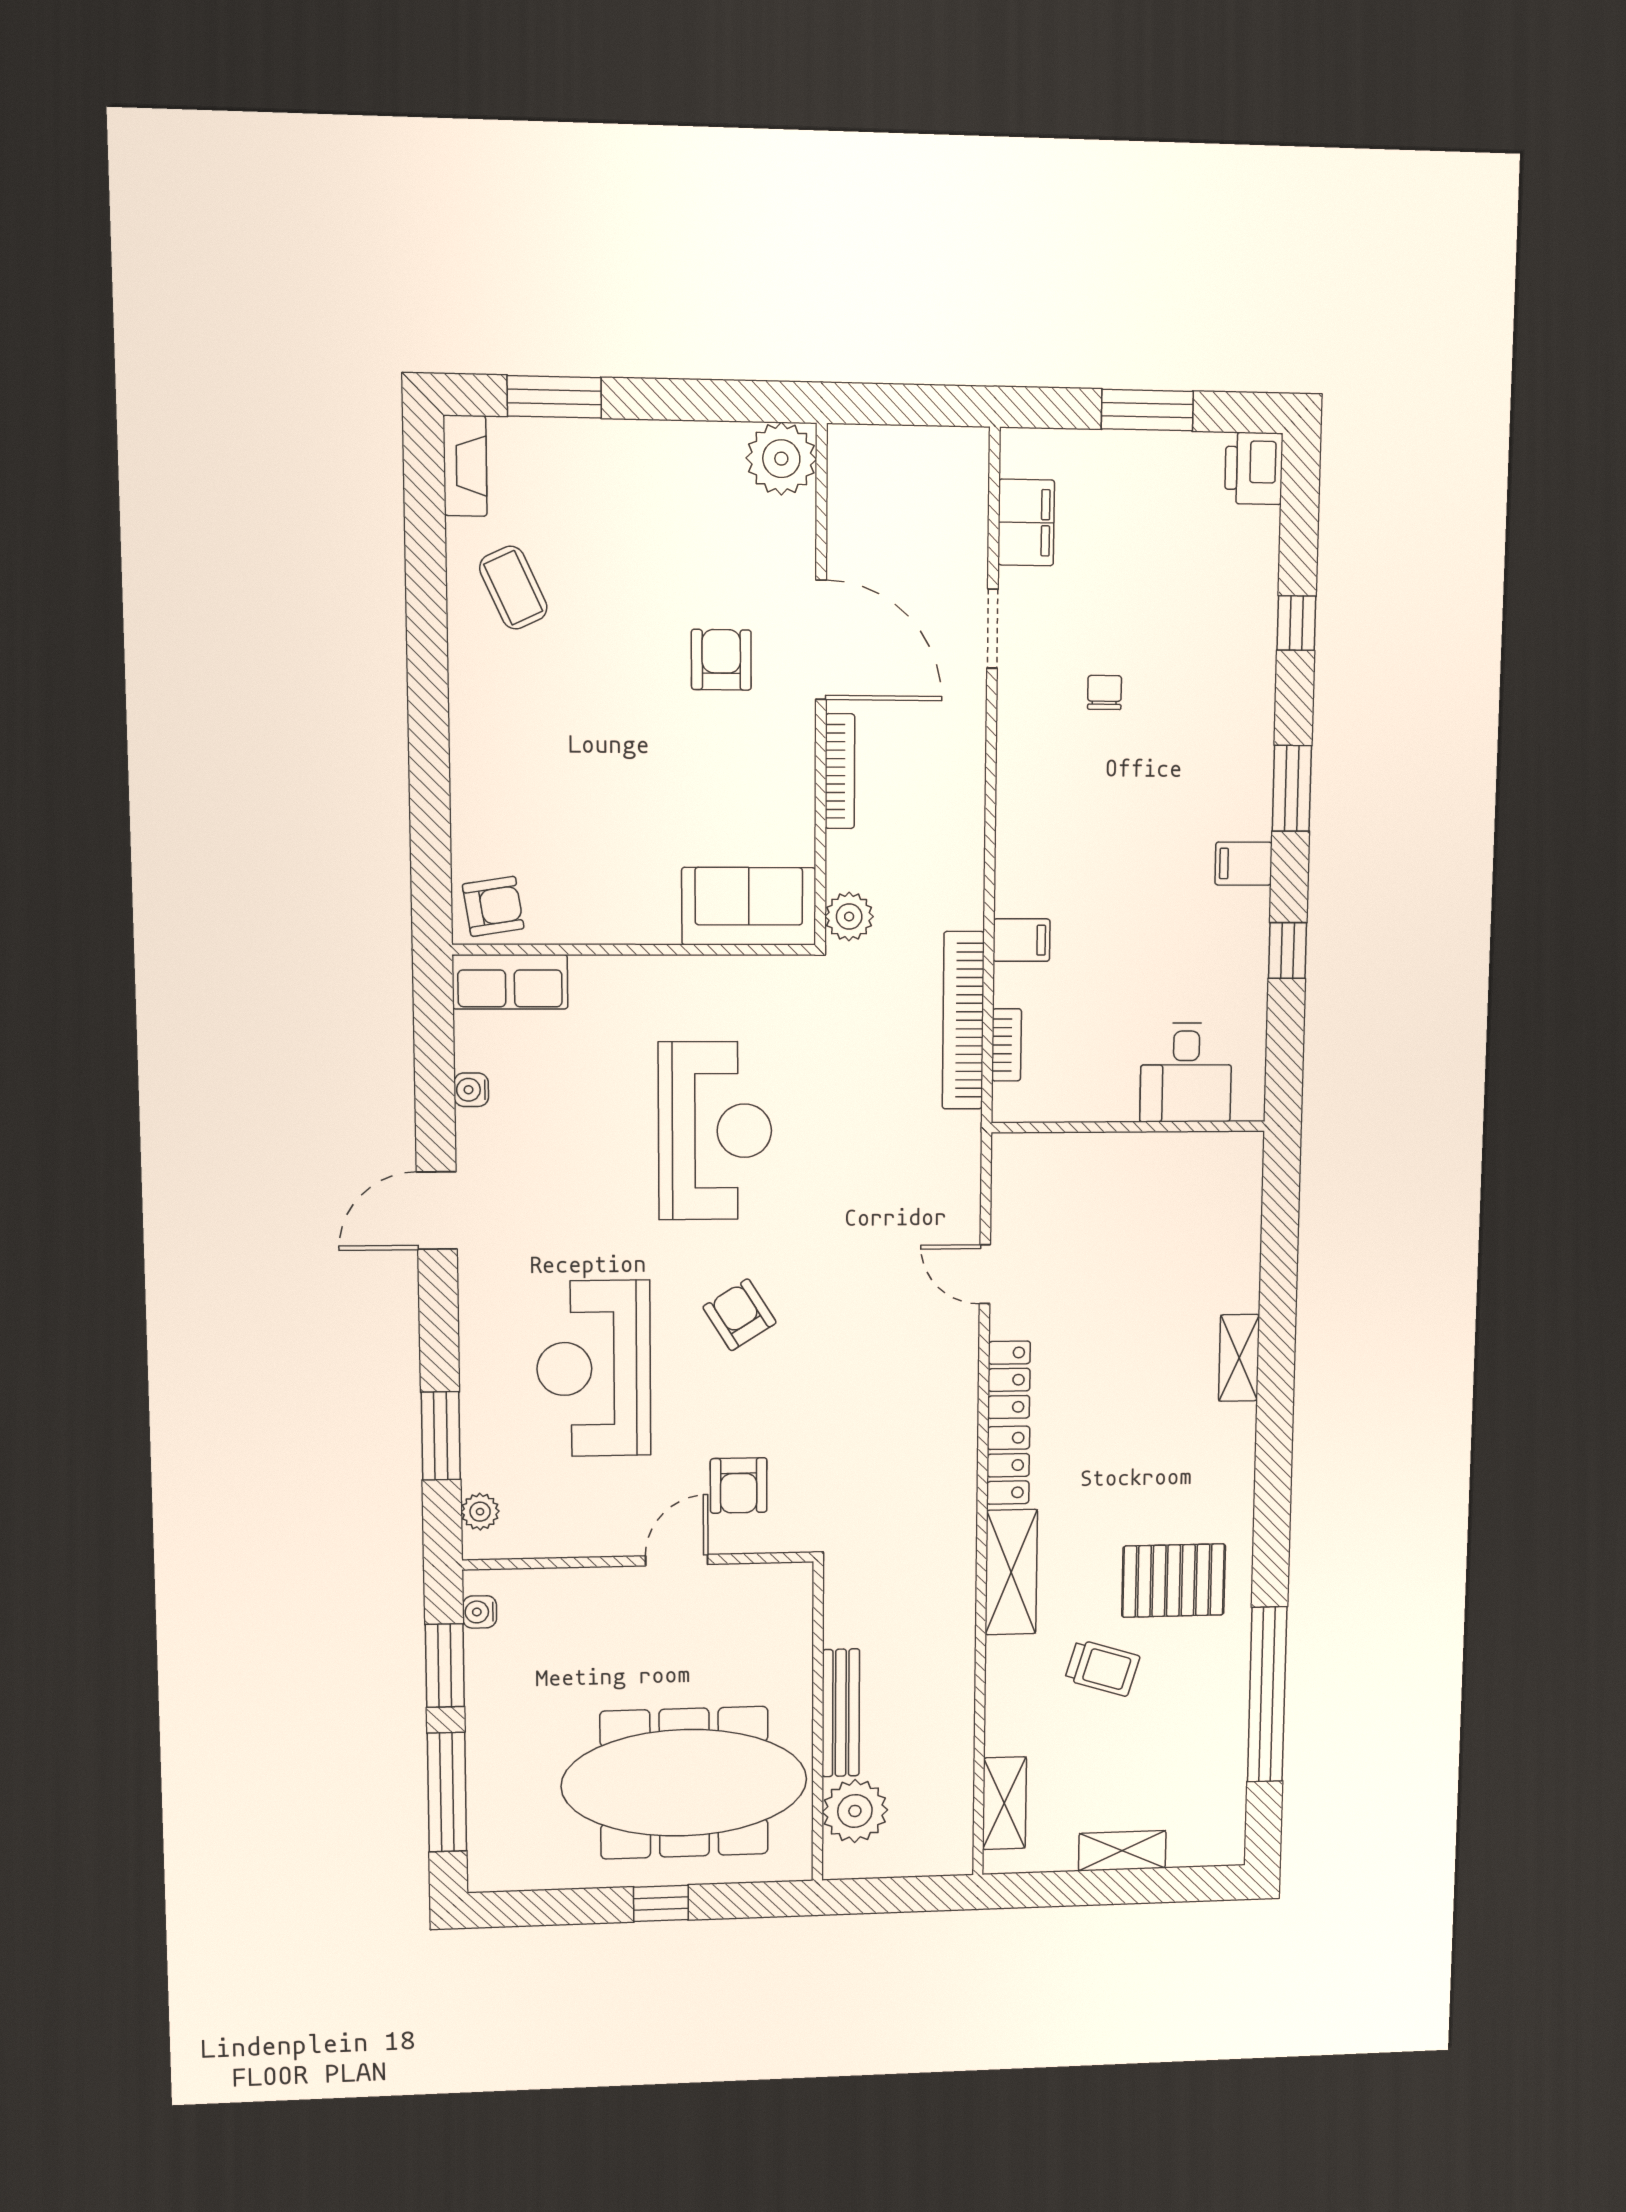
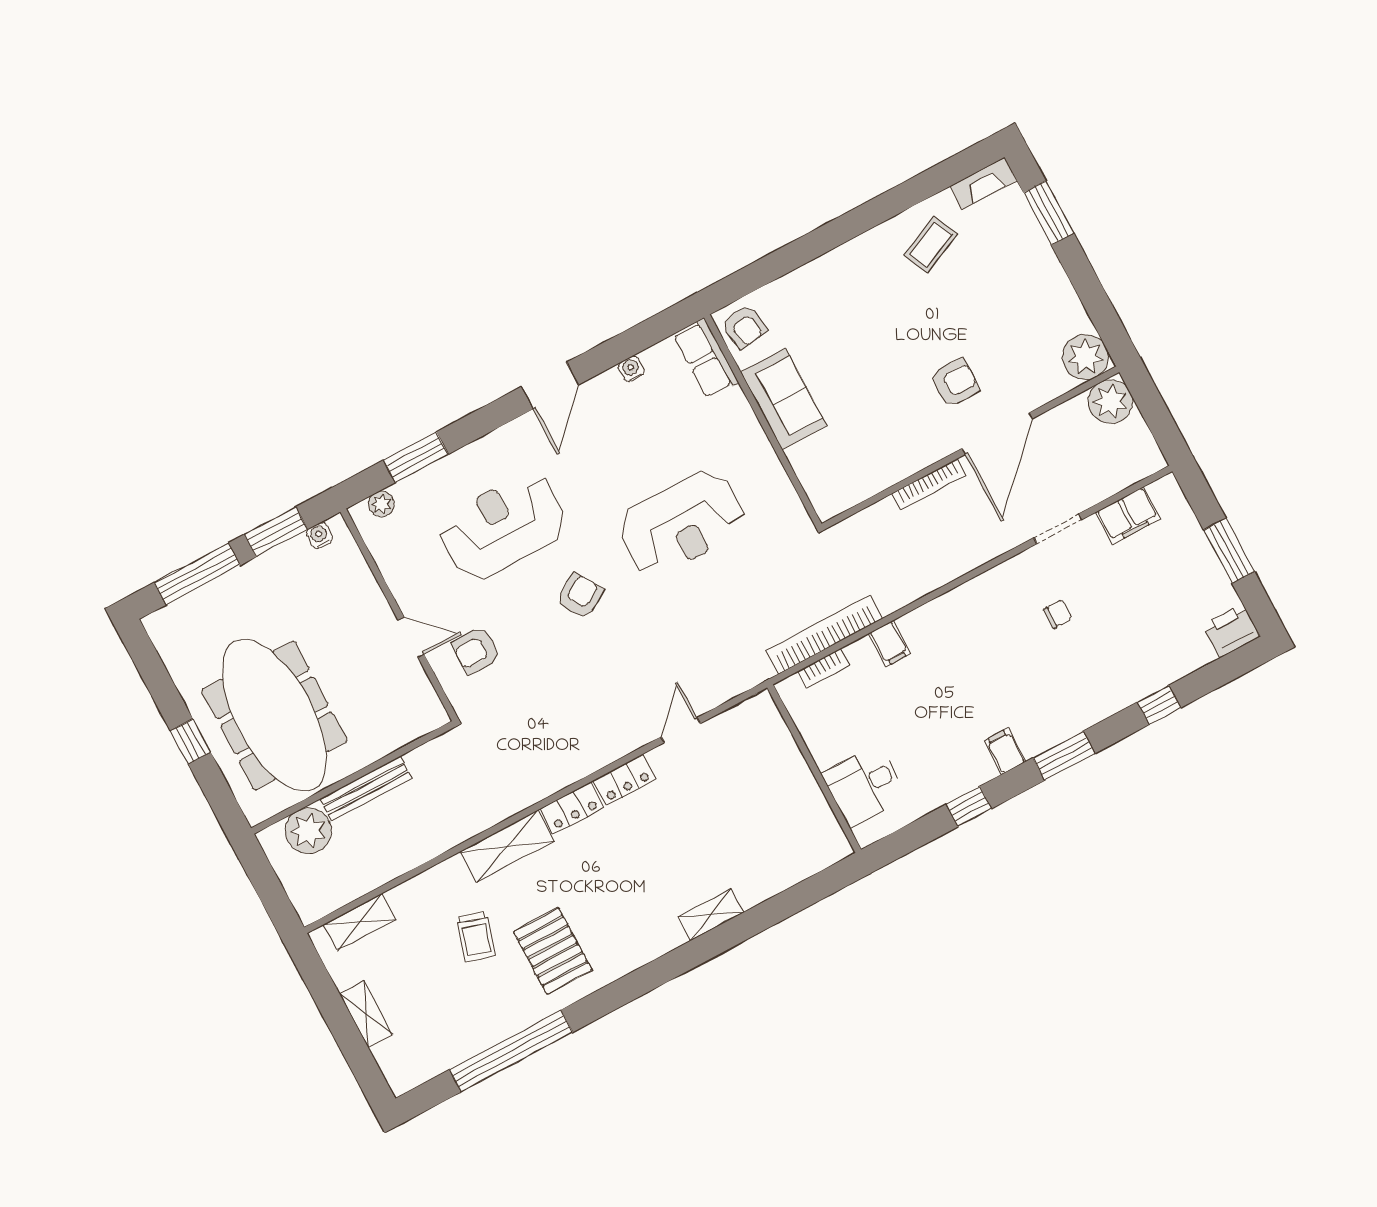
sofa: (749, 906) -> (784, 399), moved
plant: (849, 917) -> (1110, 402), moved, width x1.36, depth x1.36
door: (437, 1211) -> (550, 386), swing flipped

